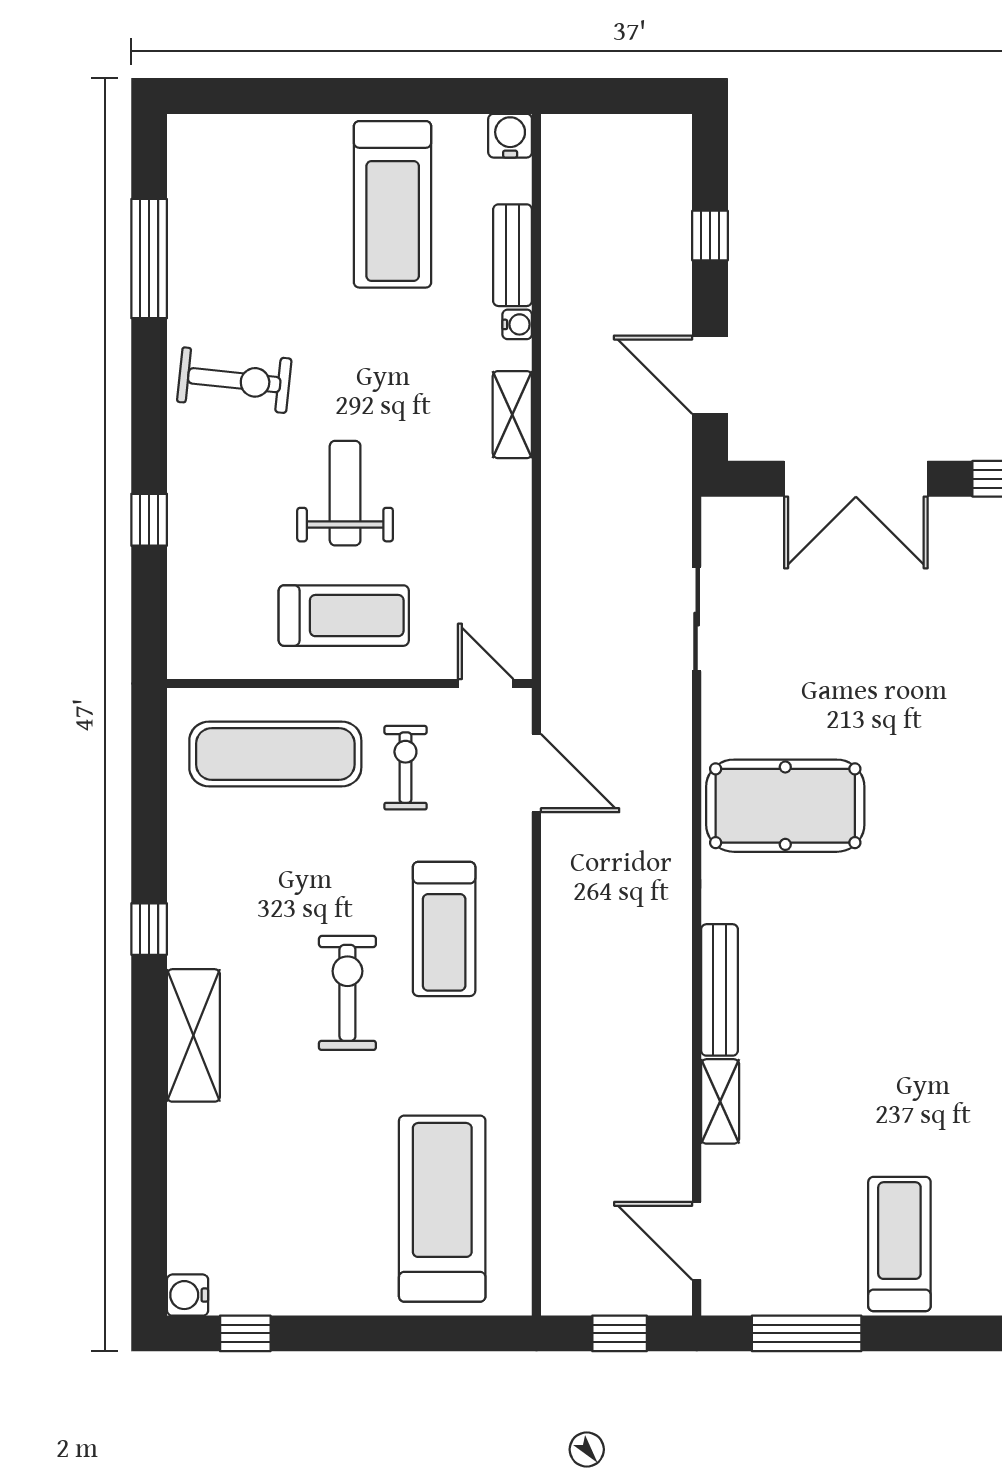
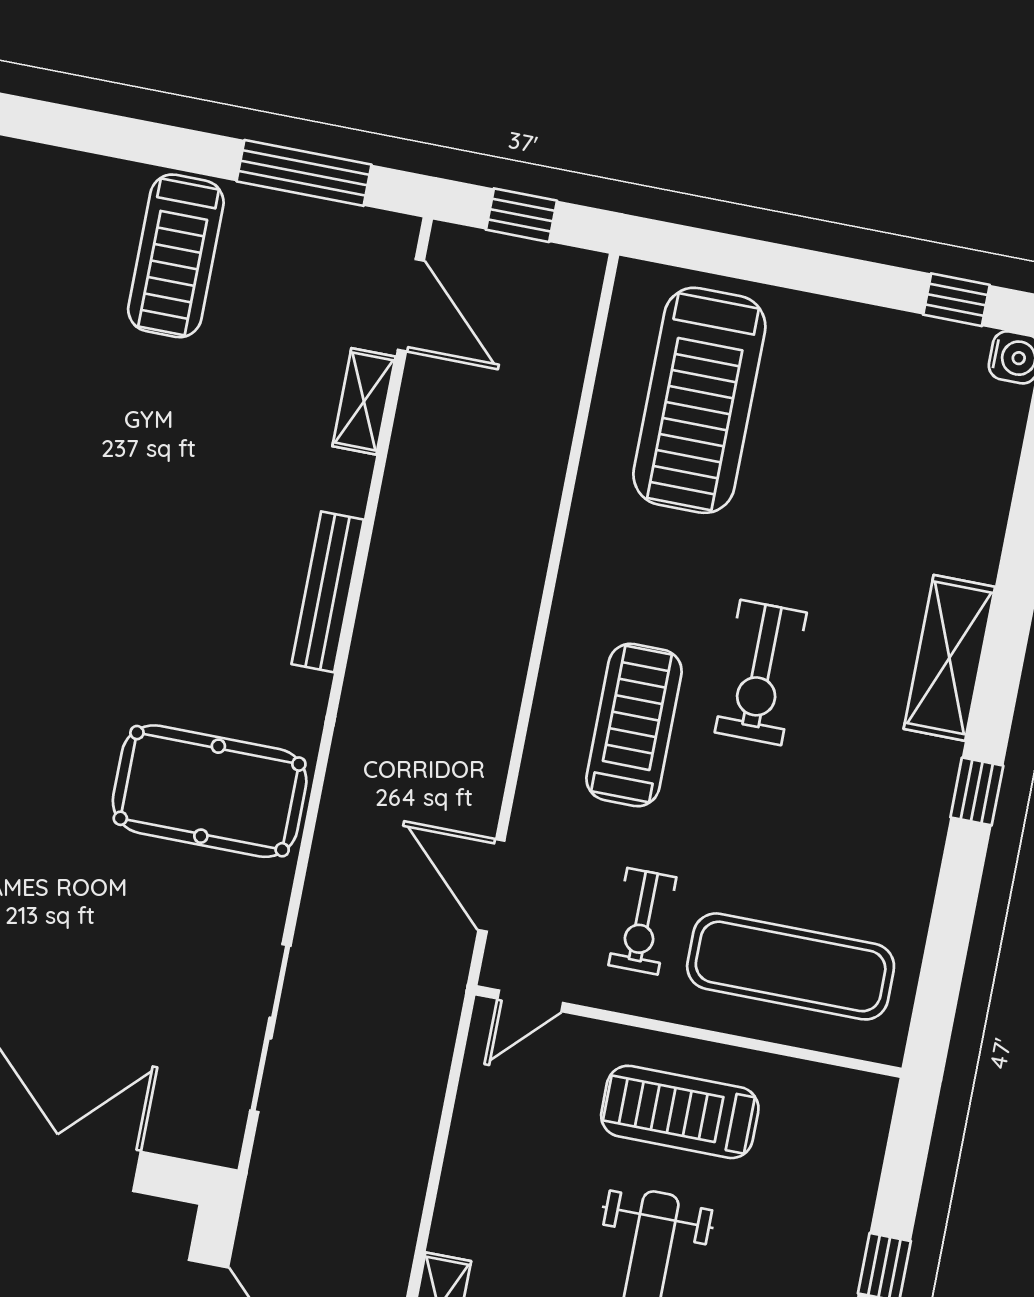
sliding door: (697, 619) -> (270, 1028), width x1.37
door: (486, 684) -> (530, 1001), hinge flipped
shelving: (720, 1101) -> (364, 401), moved

